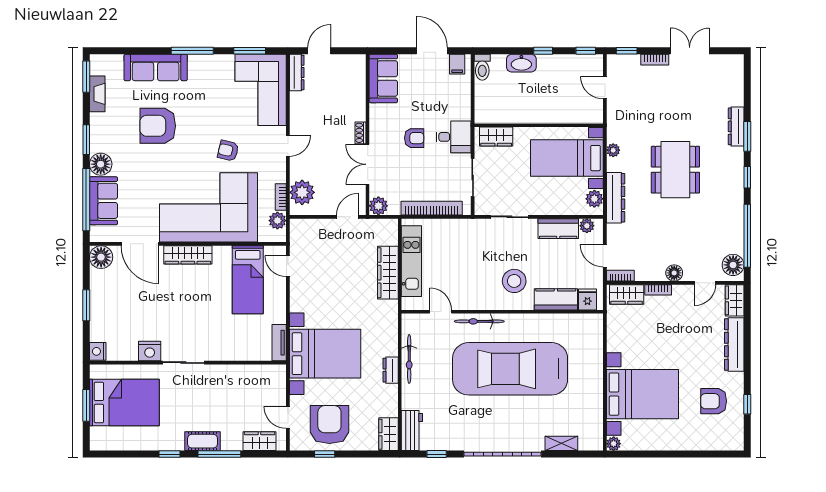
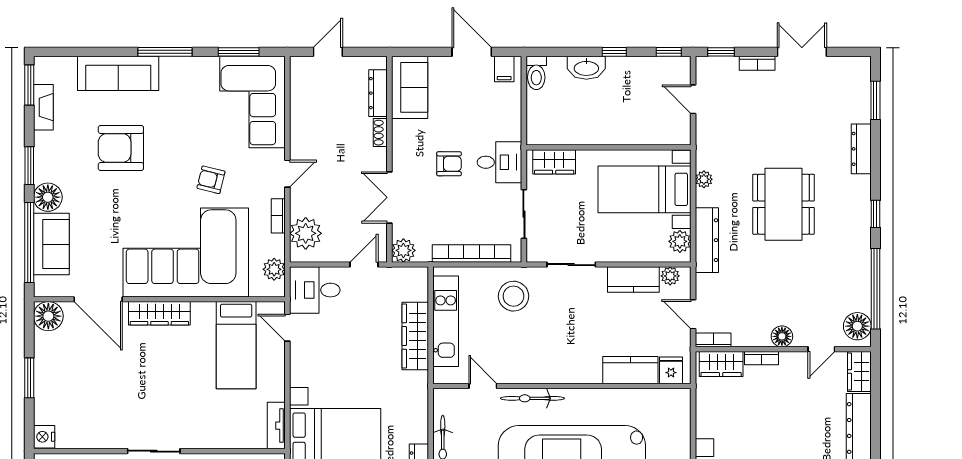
dresser: (297, 73) -> (378, 93), moved, turned 180
shoe rack: (360, 133) -> (380, 133), moved
window: (747, 136) -> (875, 100), moved
bookcase: (281, 197) -> (278, 216), moved
desk: (309, 237) -> (315, 290), added
stool: (514, 281) -> (514, 296), moved
nightstand: (150, 351) -> (110, 436), removed

